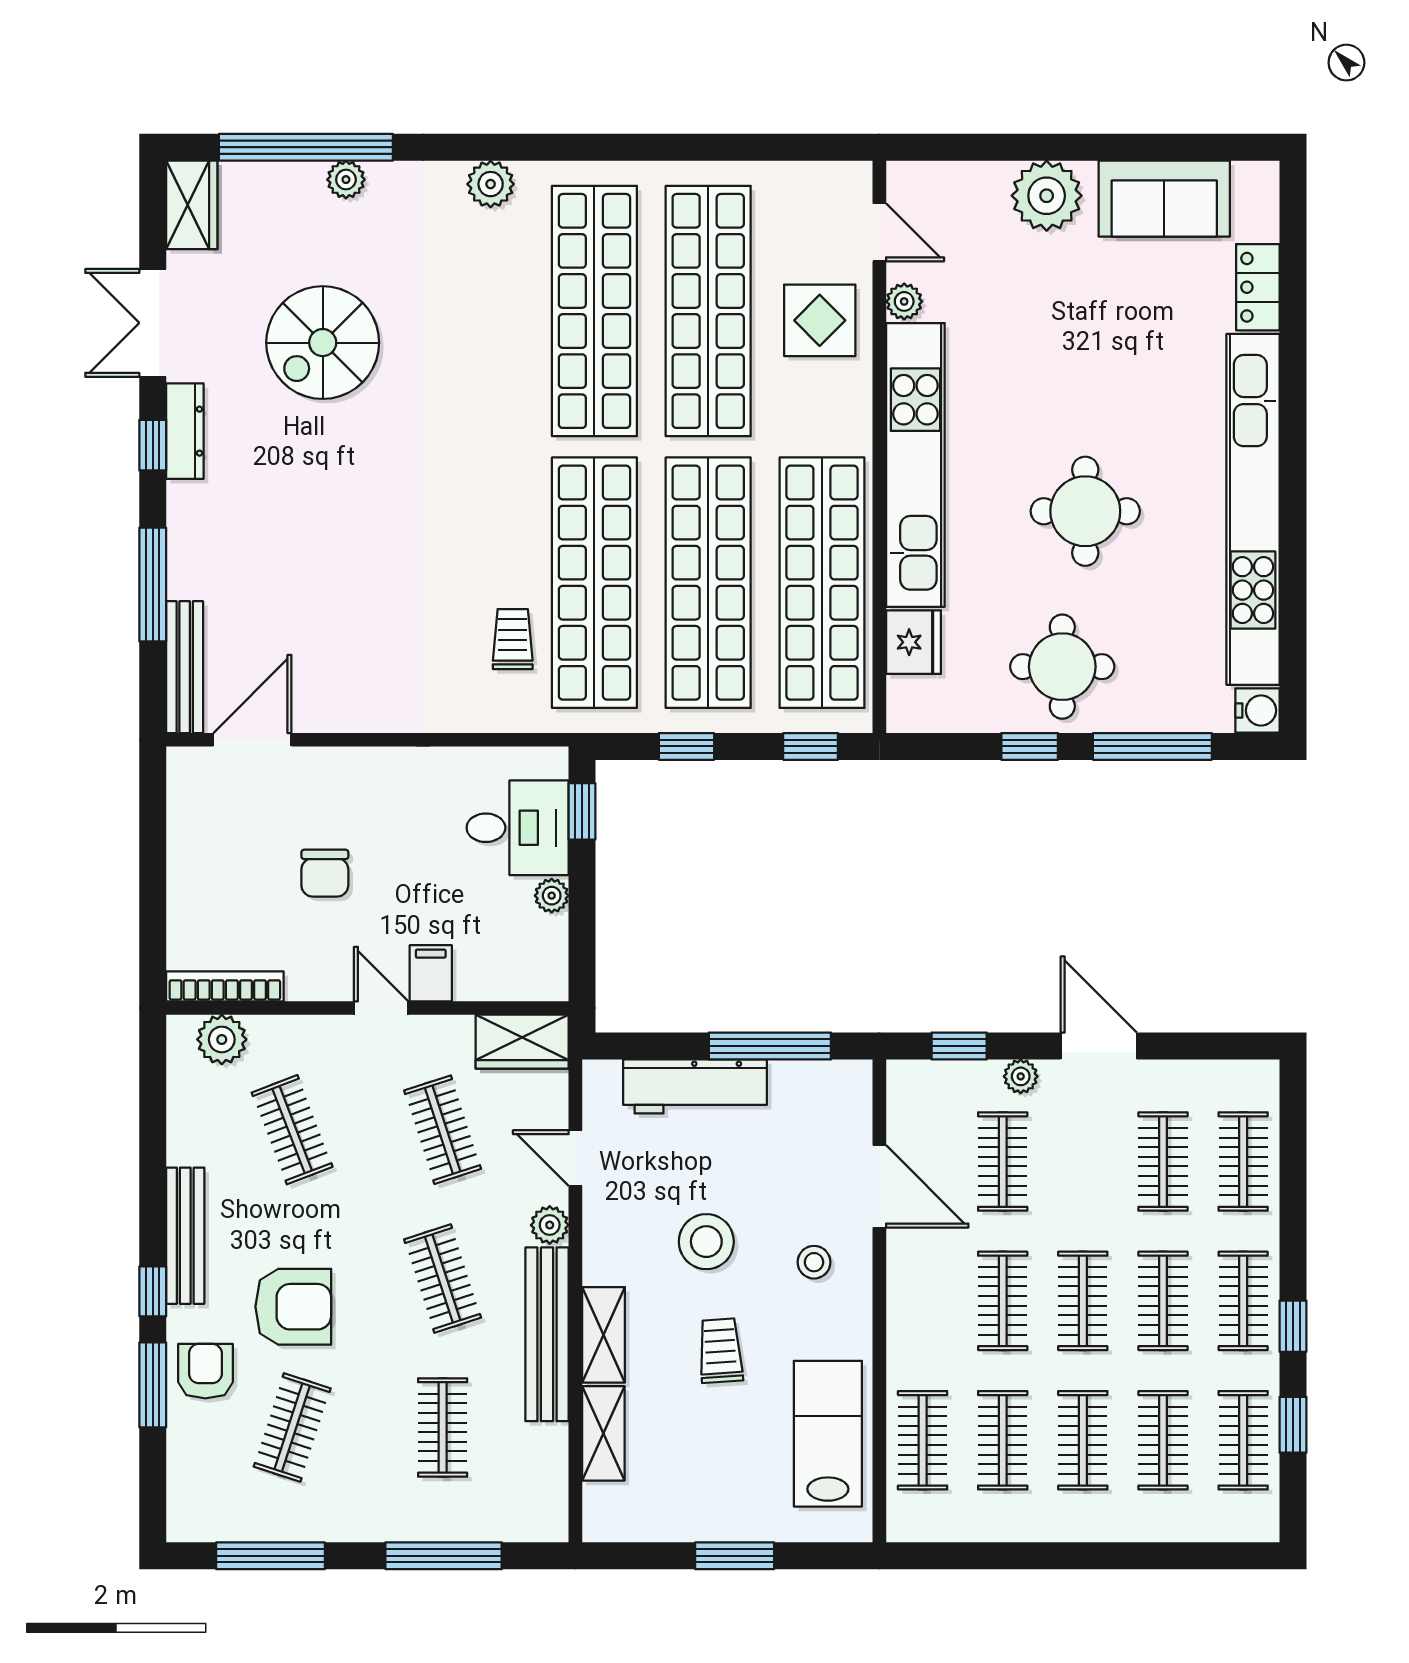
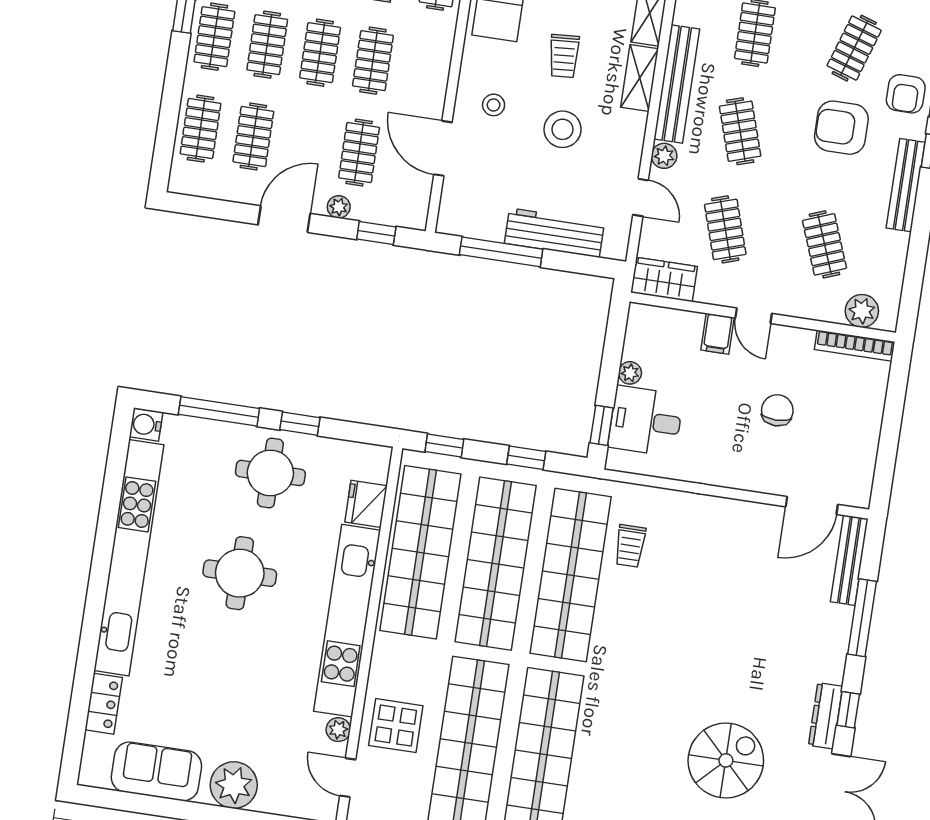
door: (1099, 1046) -> (284, 219), swing flipped

